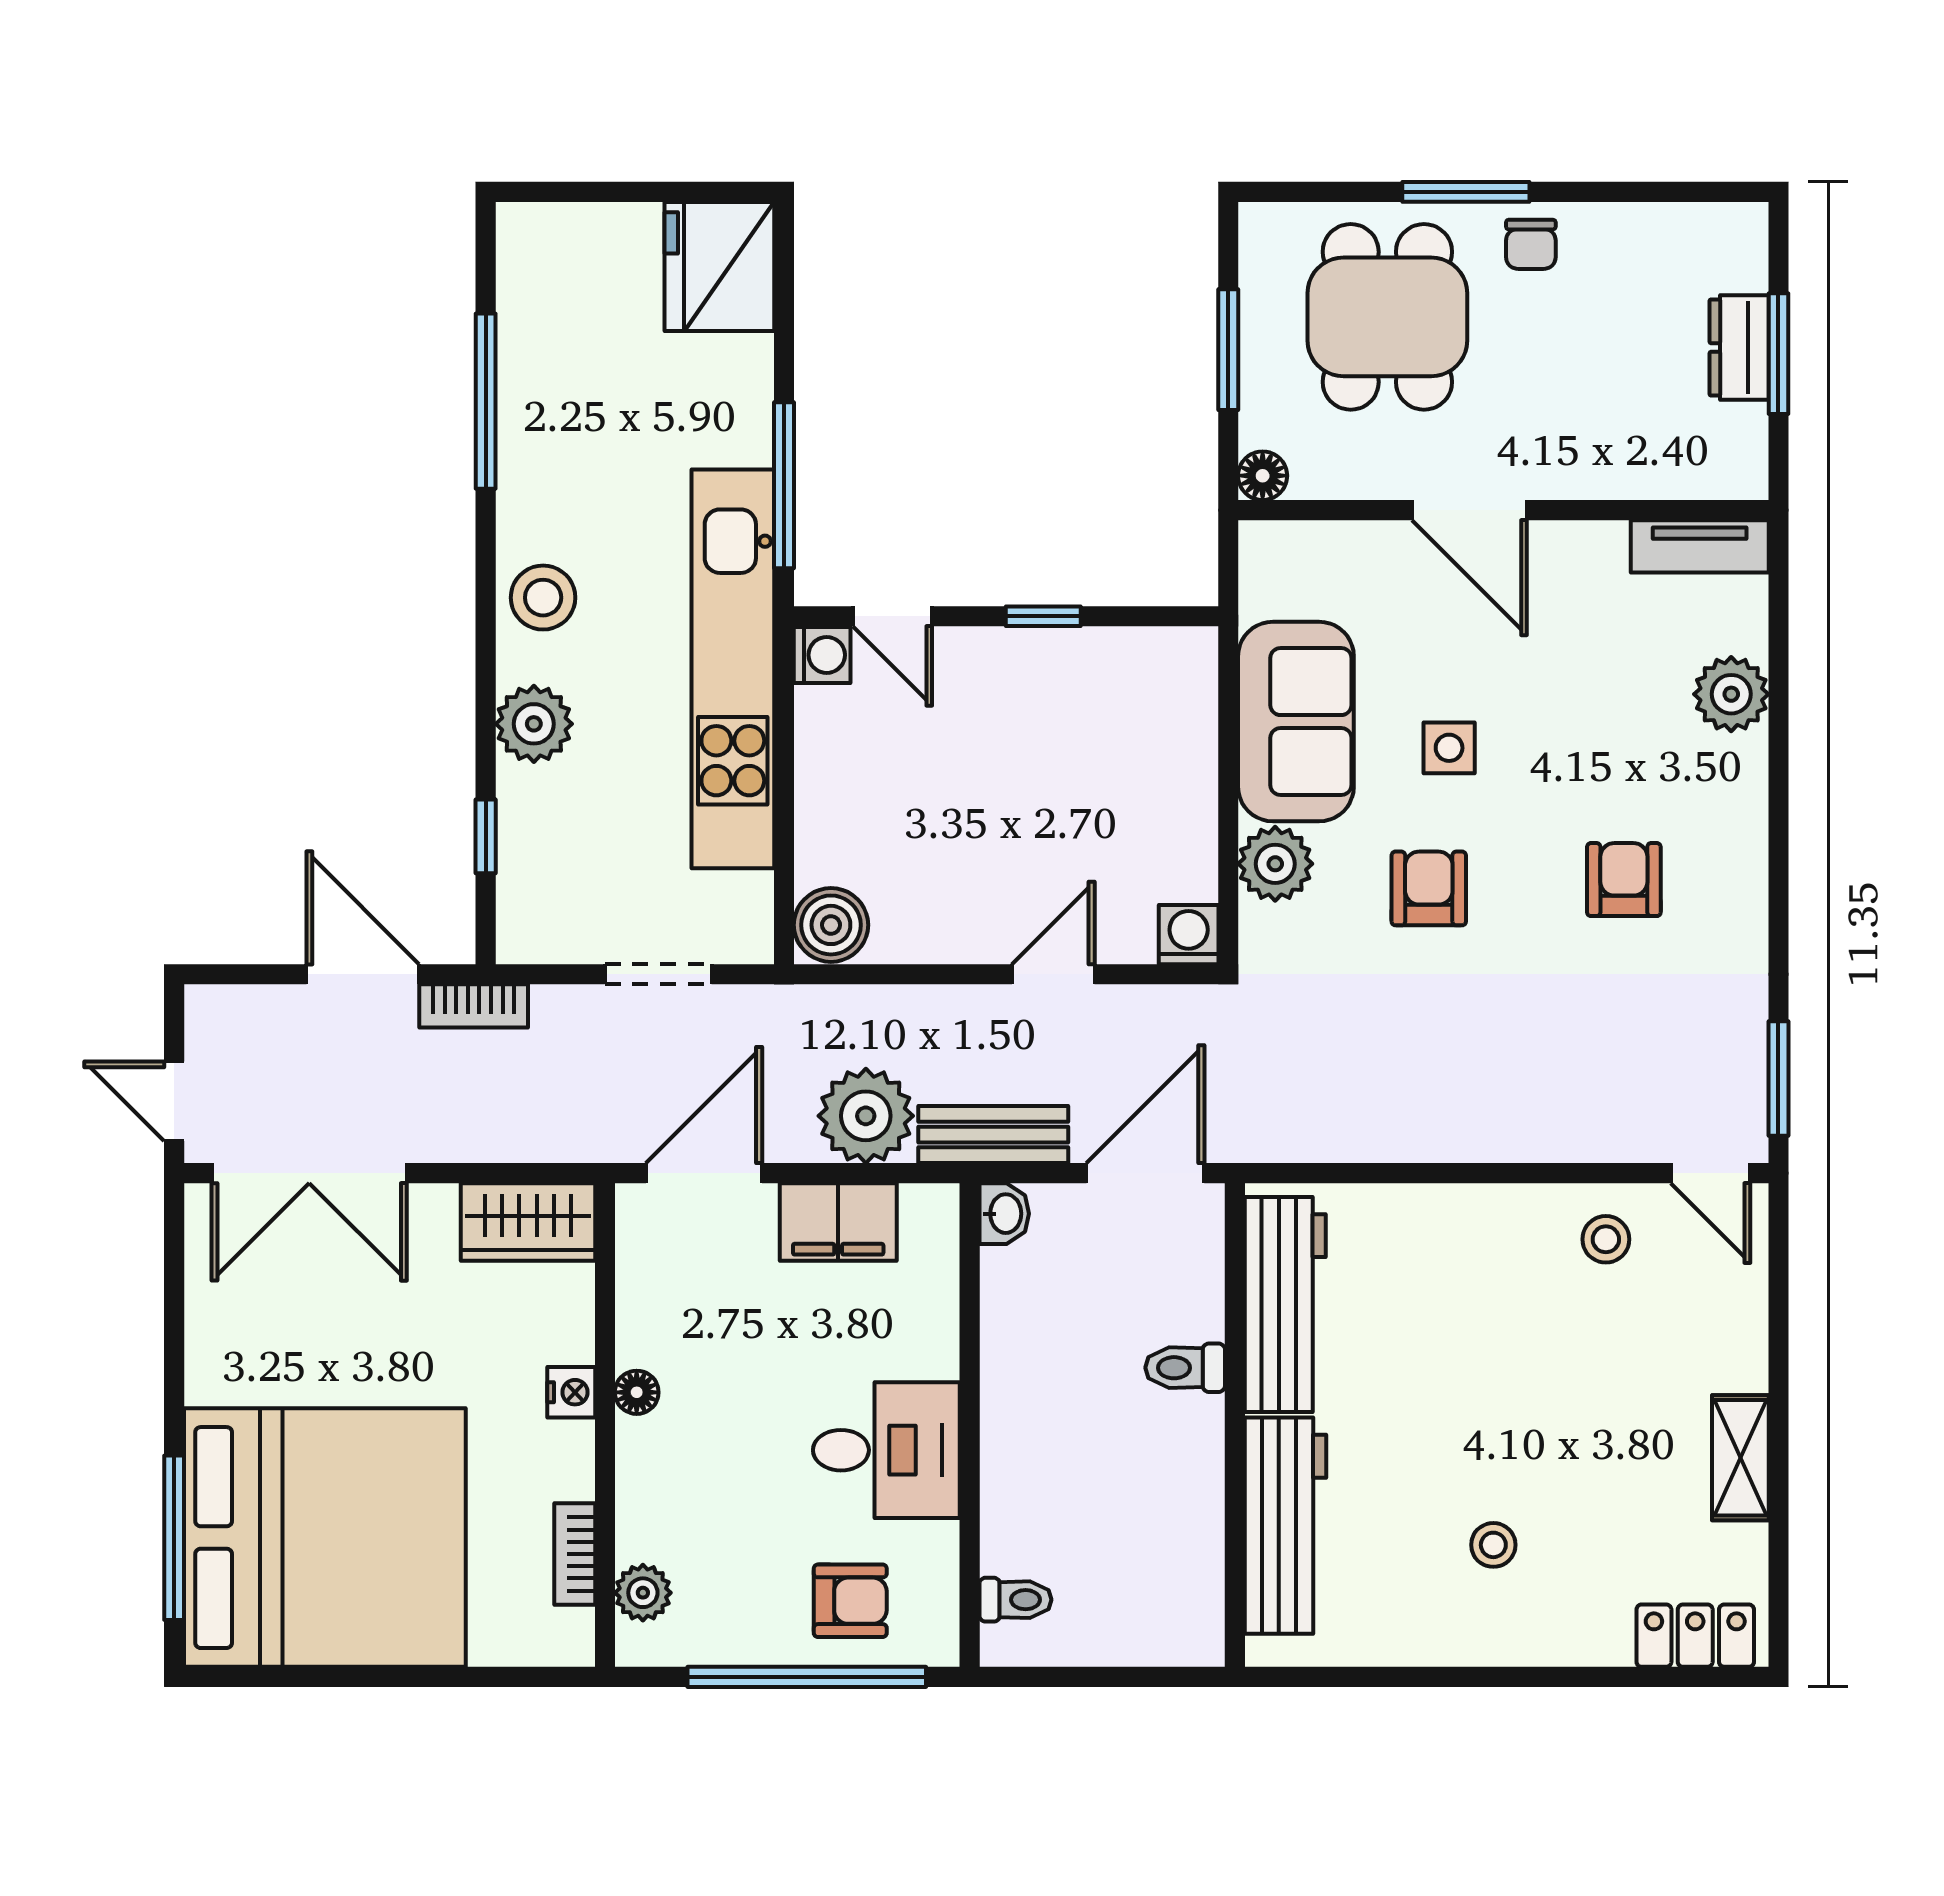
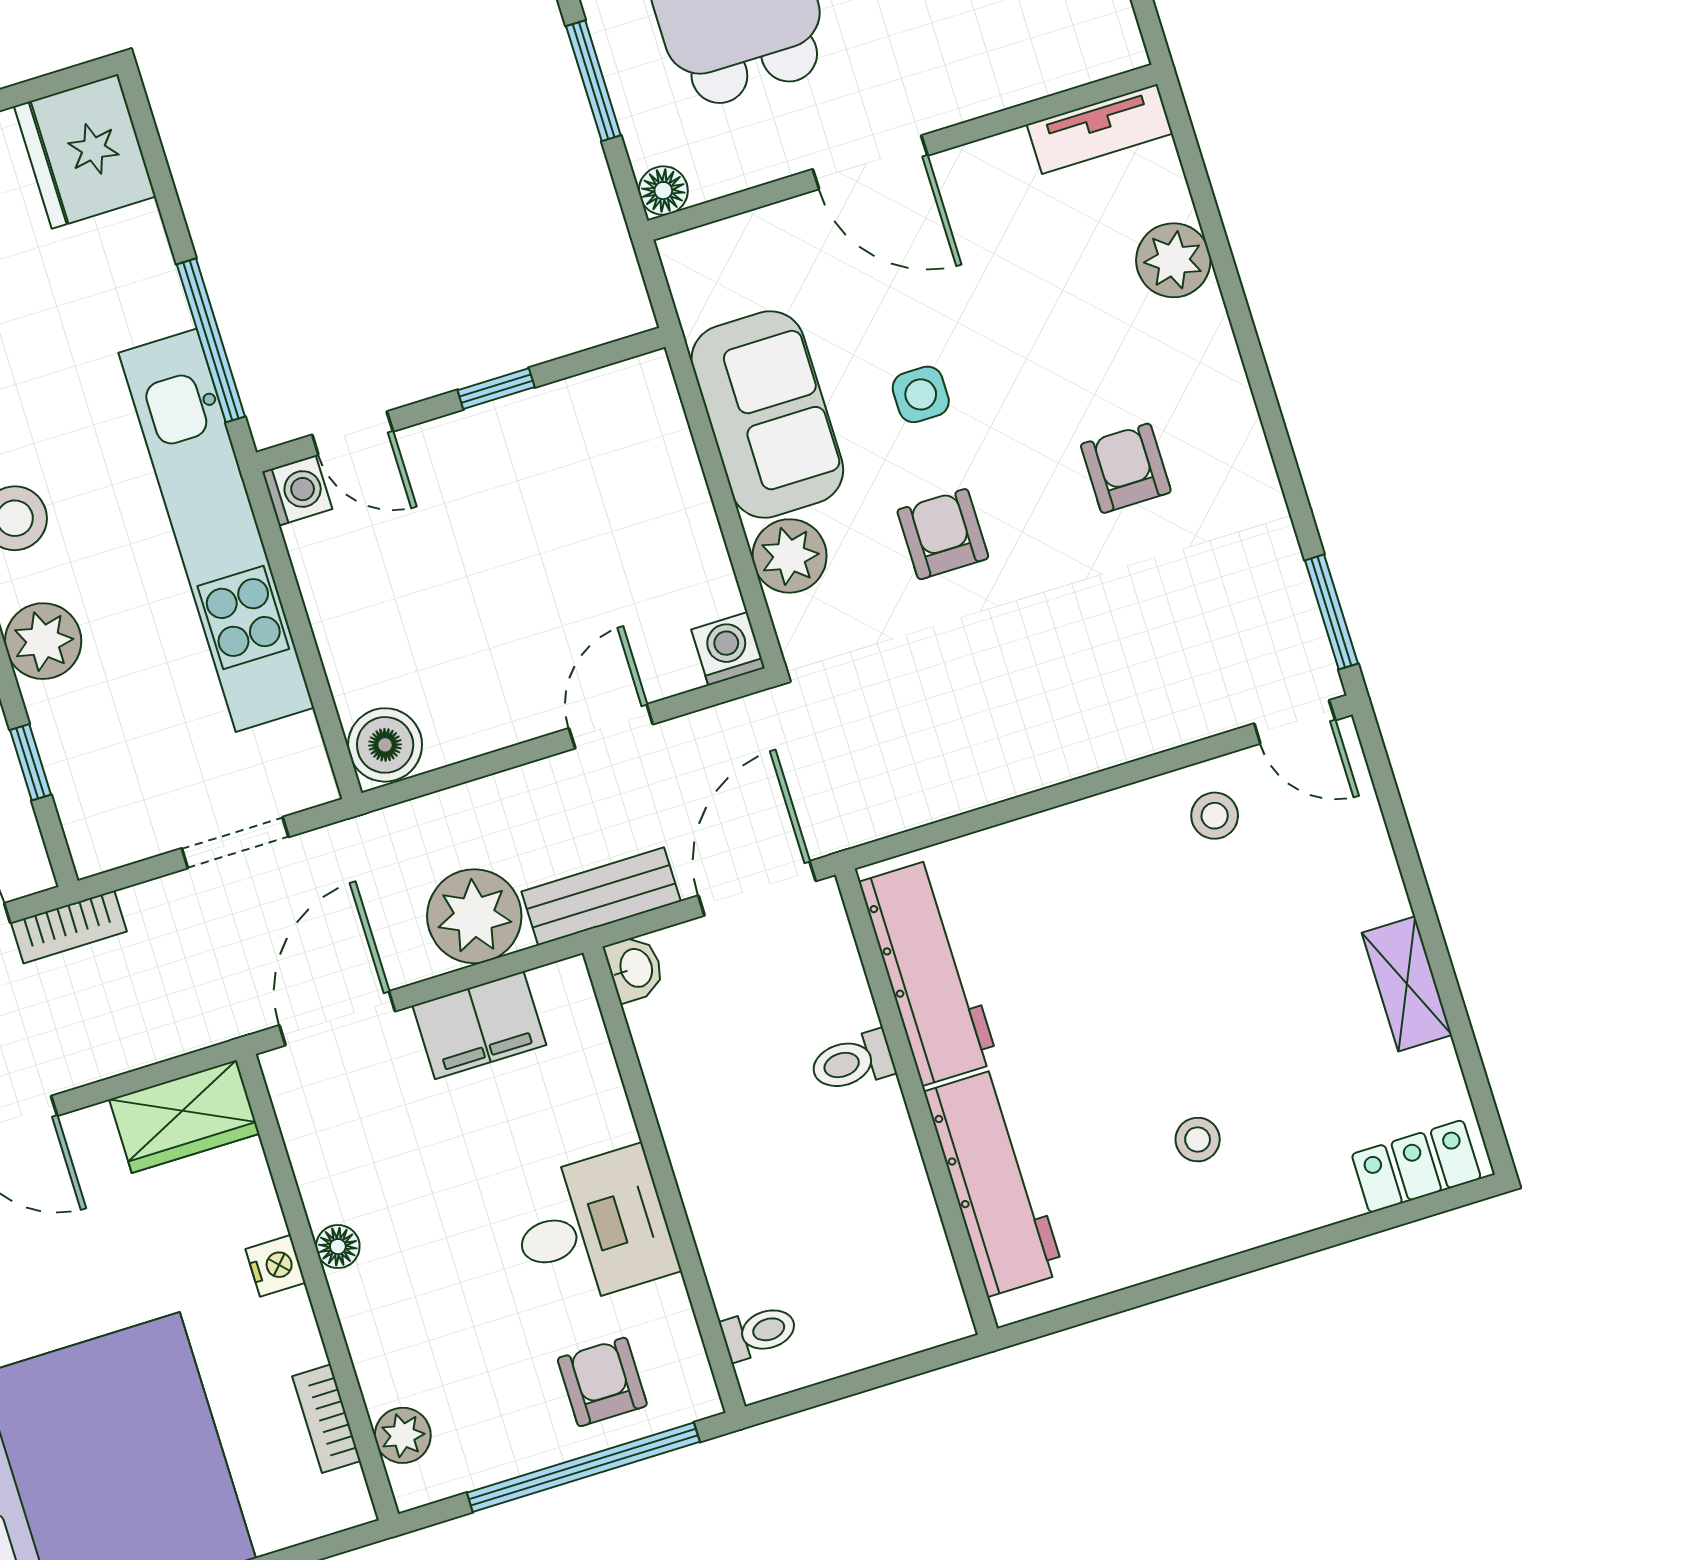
armchair: (850, 1601) -> (602, 1382), turned -90

